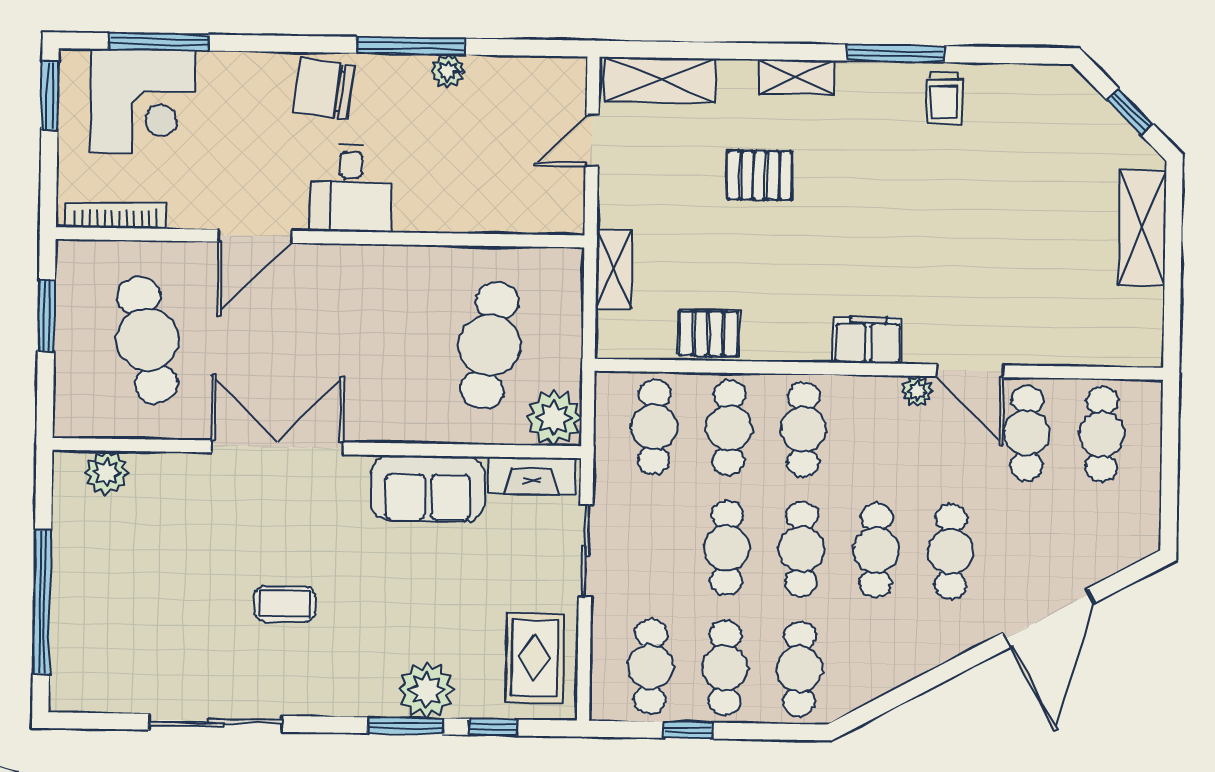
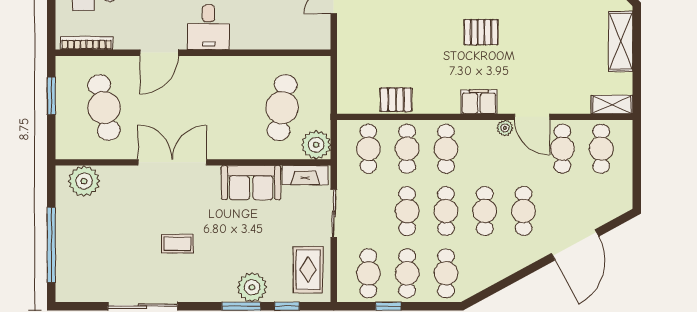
pallet: (760, 175) -> (481, 32), moved
shelving: (614, 269) -> (612, 104), moved, turned 90
plant: (107, 473) -> (84, 181), width x1.36, depth x1.36

